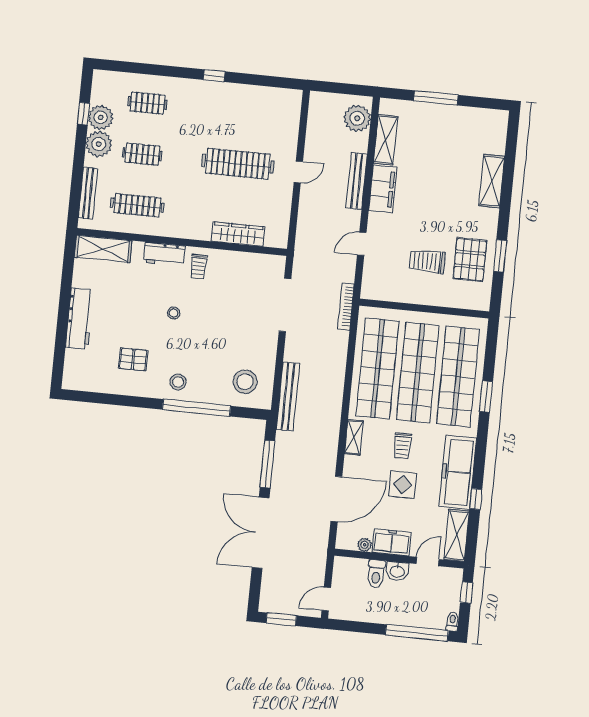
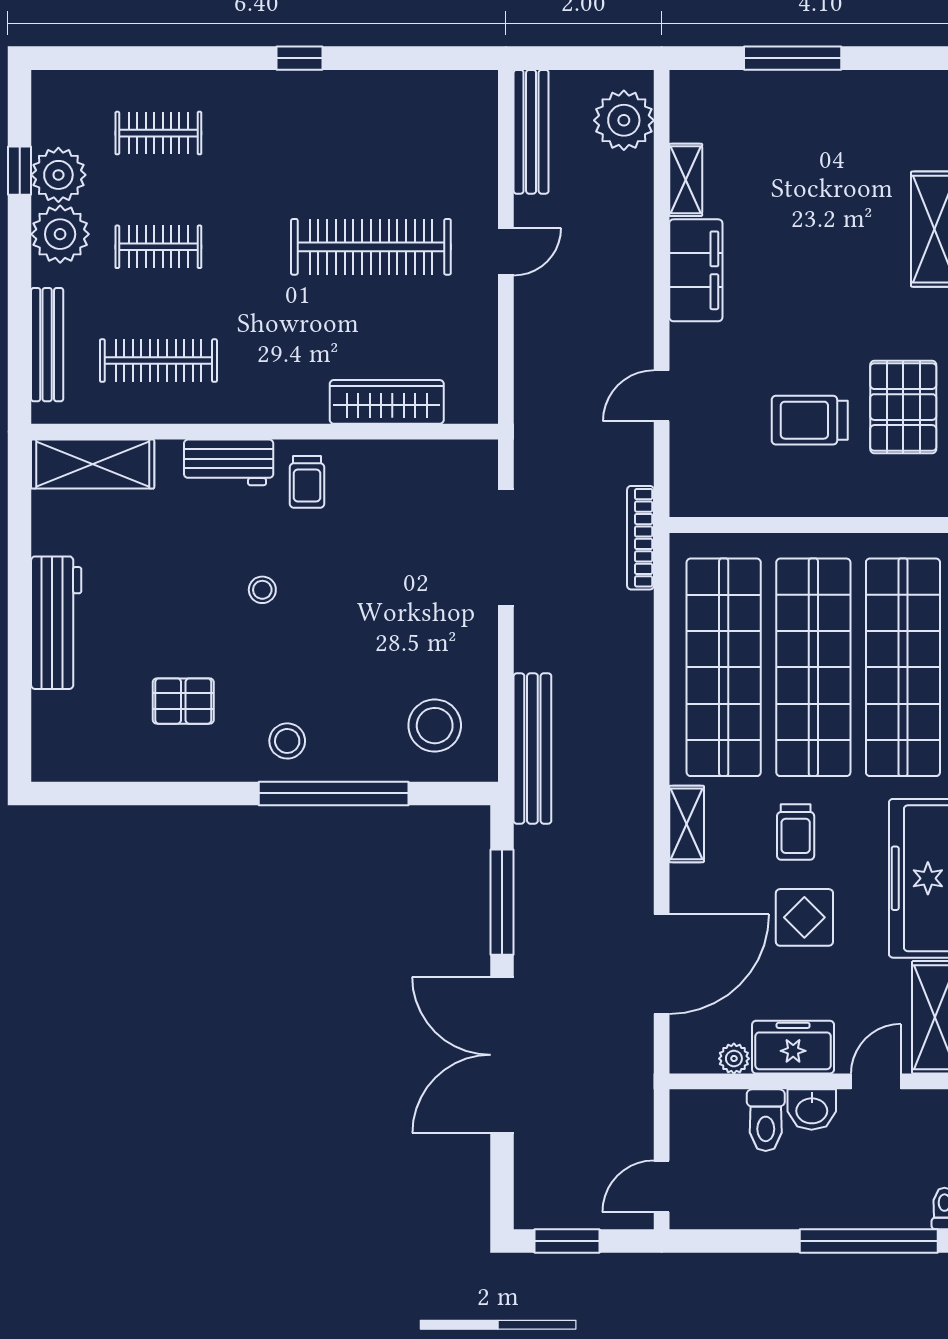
shelving: (386, 140) -> (686, 180), width x0.67, depth x0.75
bench: (357, 181) -> (531, 132), moved

